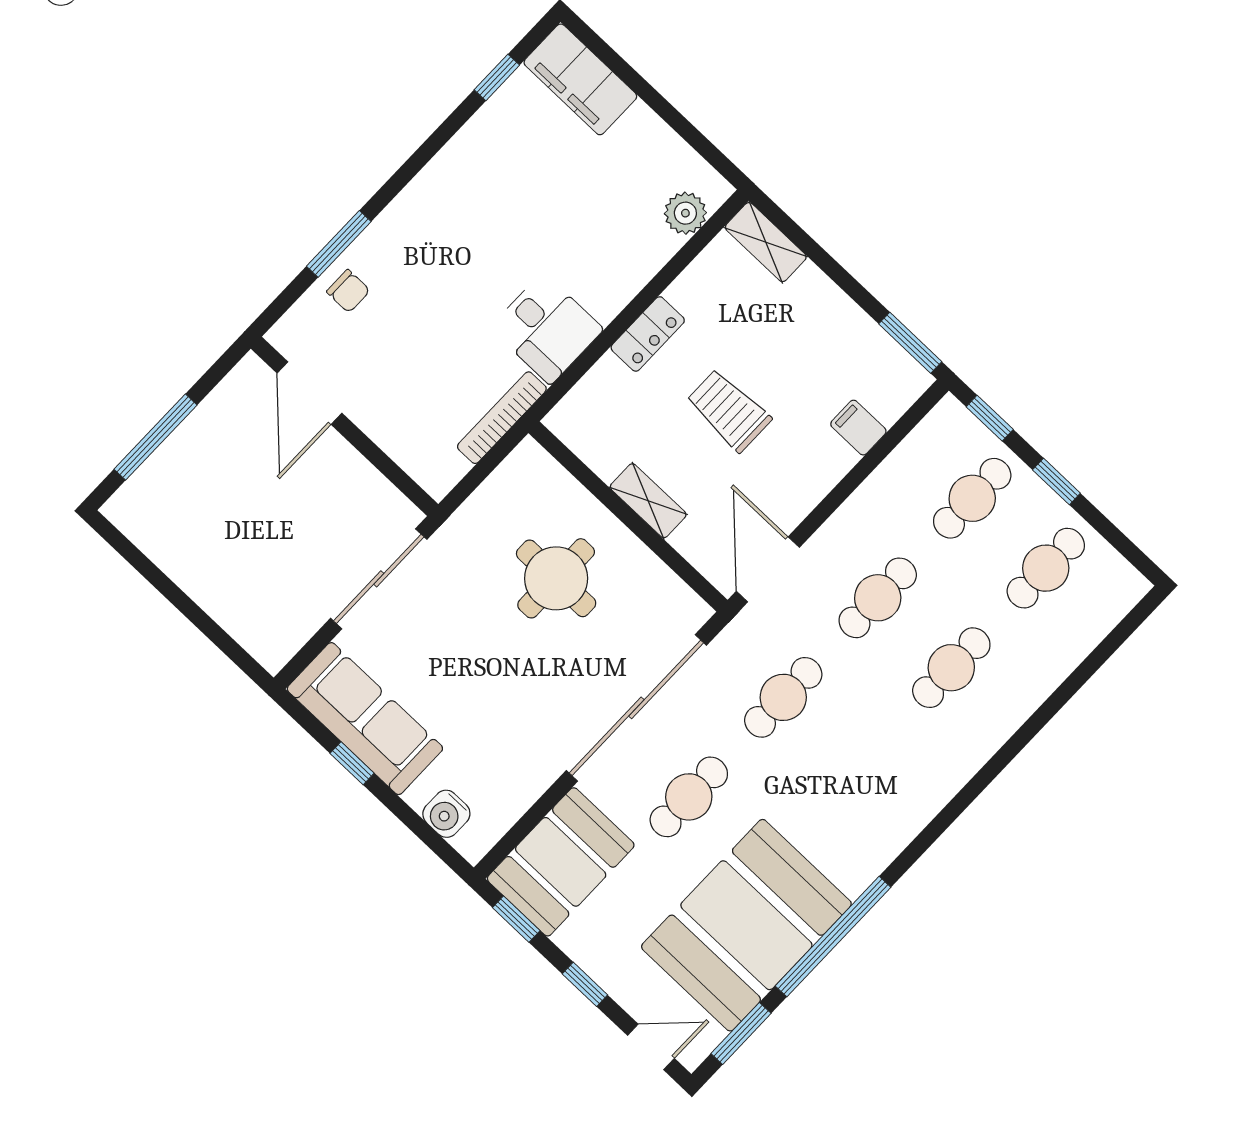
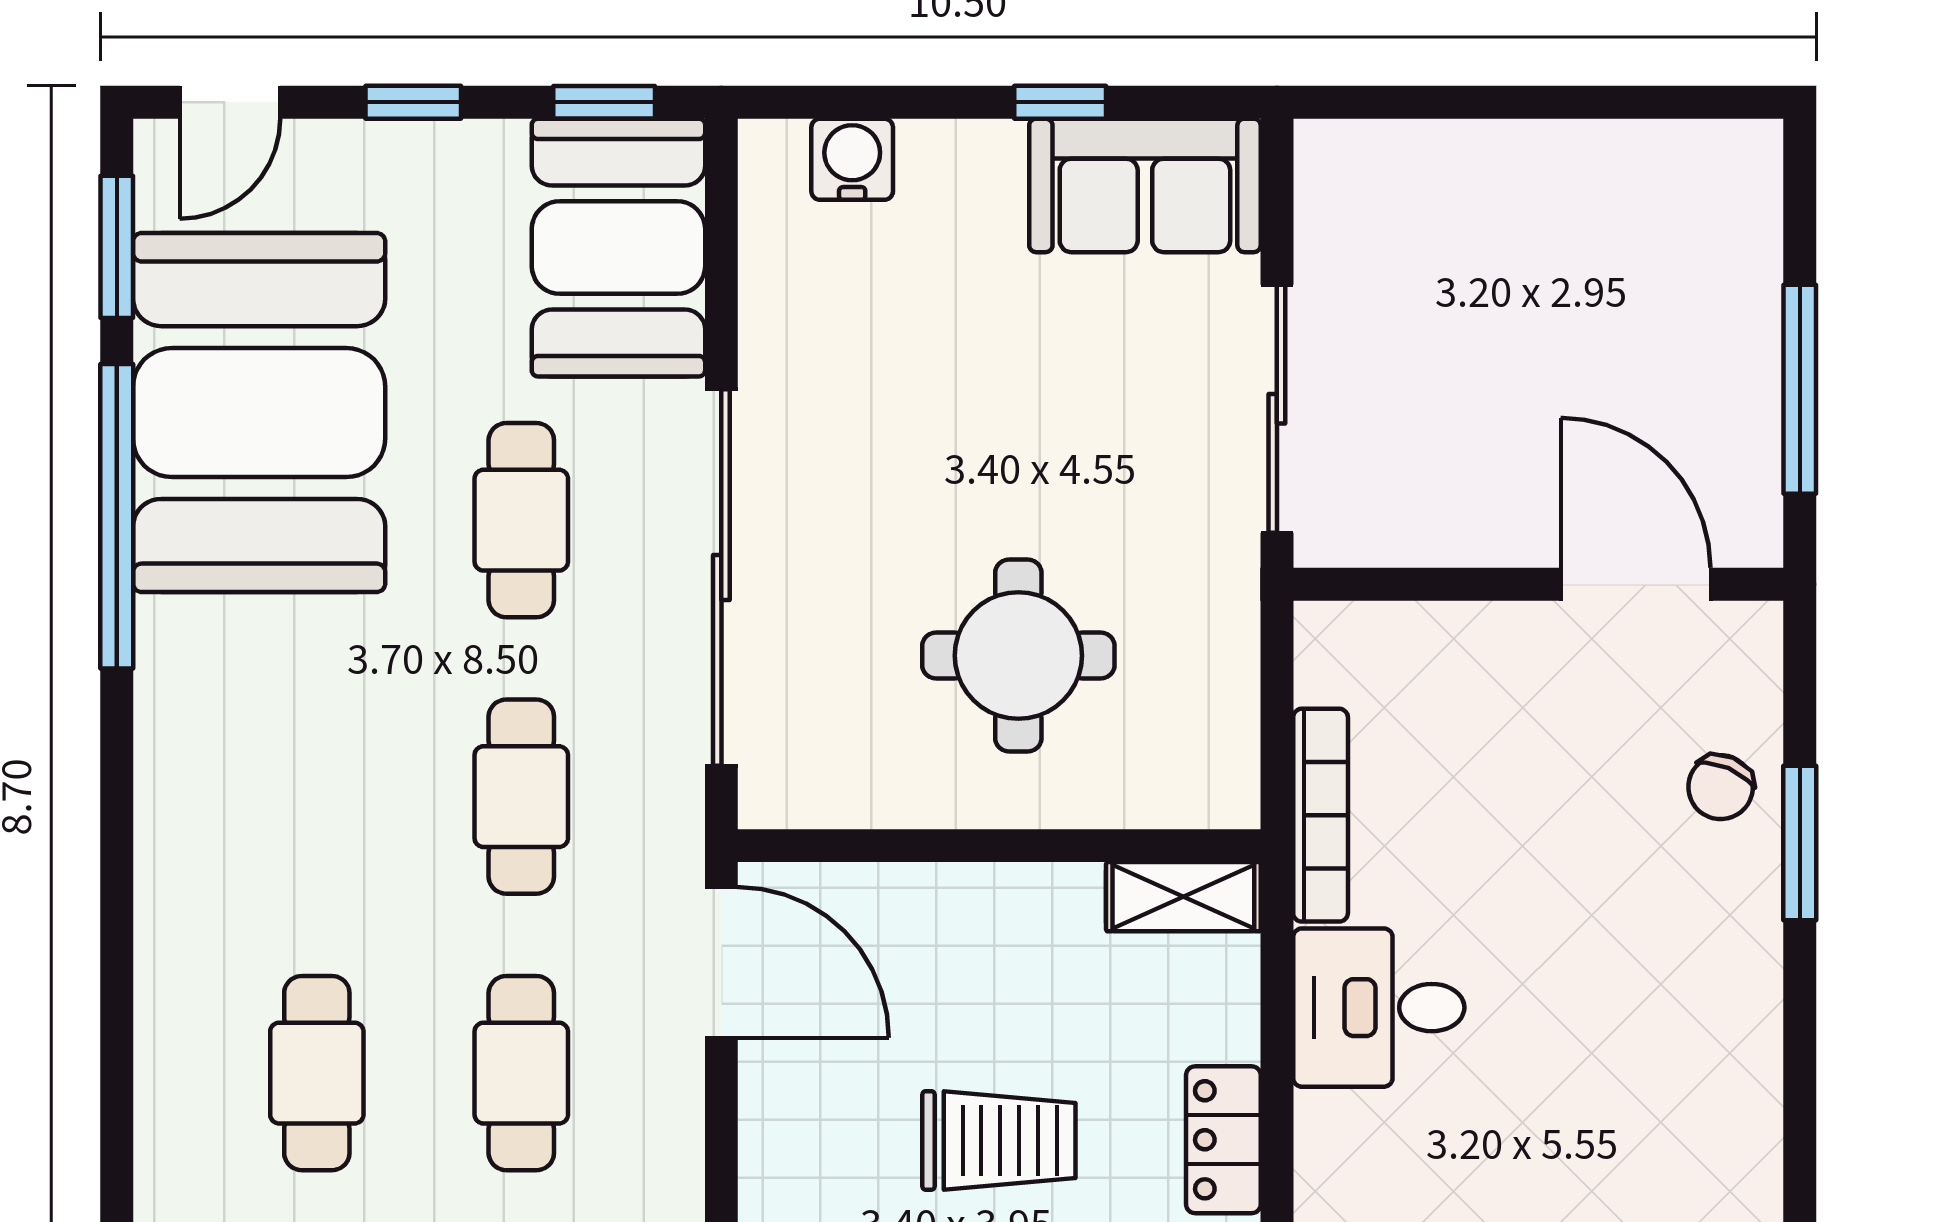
chair: (348, 291) -> (1721, 787), turned -67
window: (156, 437) -> (1800, 389), moved
shelving: (648, 501) -> (1183, 897), moved
sofa: (365, 719) -> (1145, 185), width x0.73

